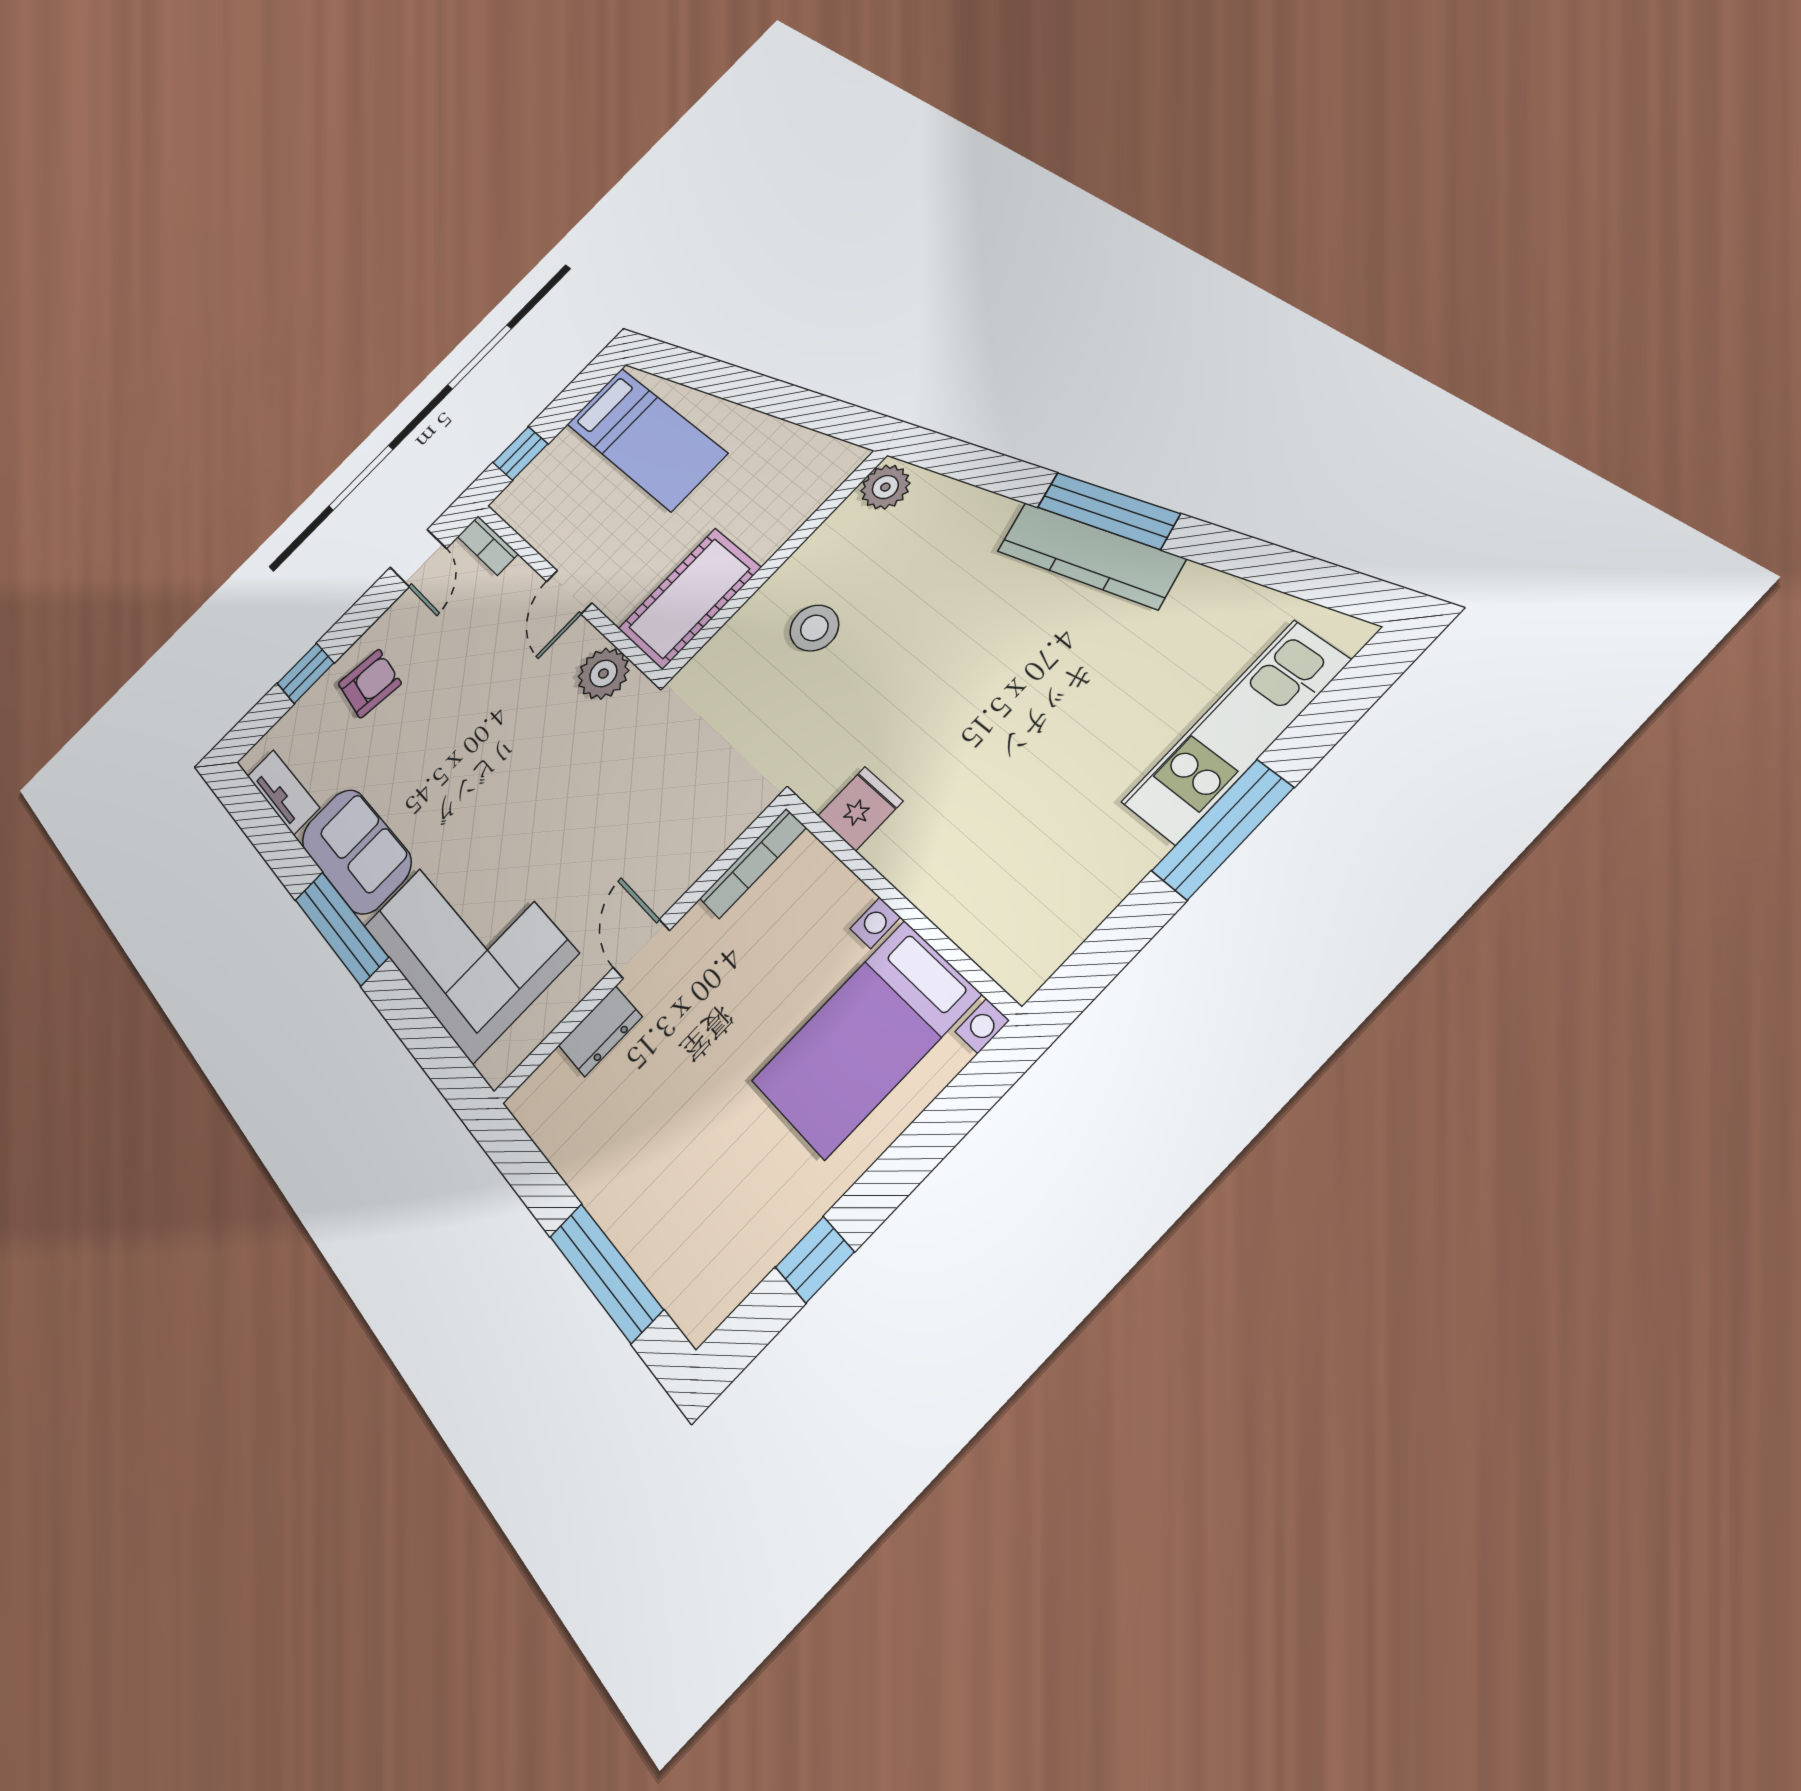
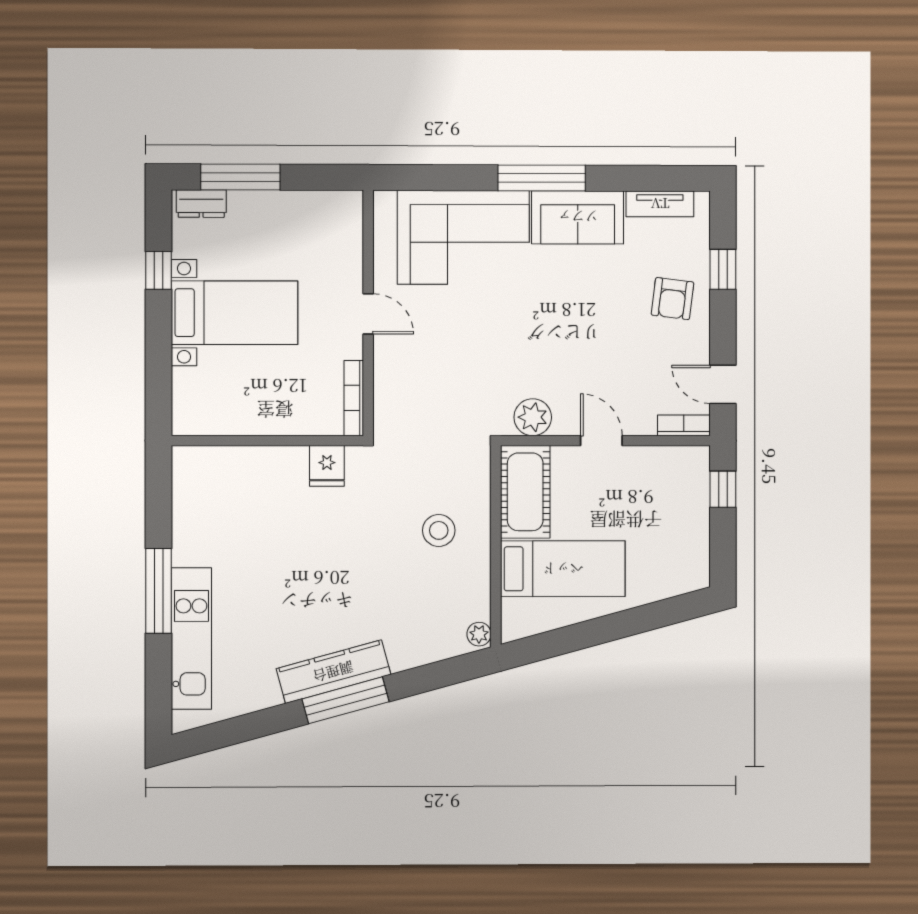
bed: (646, 438) -> (563, 569), moved, turned 180
plant: (885, 487) -> (479, 634), width x0.73, depth x0.73
dresser: (600, 1031) -> (201, 204), moved, turned -90
bed with nightstands: (865, 1038) -> (234, 313), moved, turned 90

